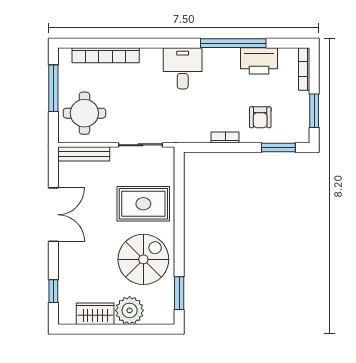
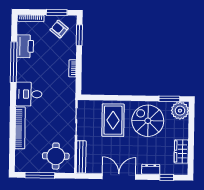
bookcase: (106, 55) -> (20, 128), moved
armchair: (260, 117) -> (59, 29), moved, turned -141
dresser: (66, 265) -> (151, 169), added
plant: (130, 310) -> (180, 111), moved

